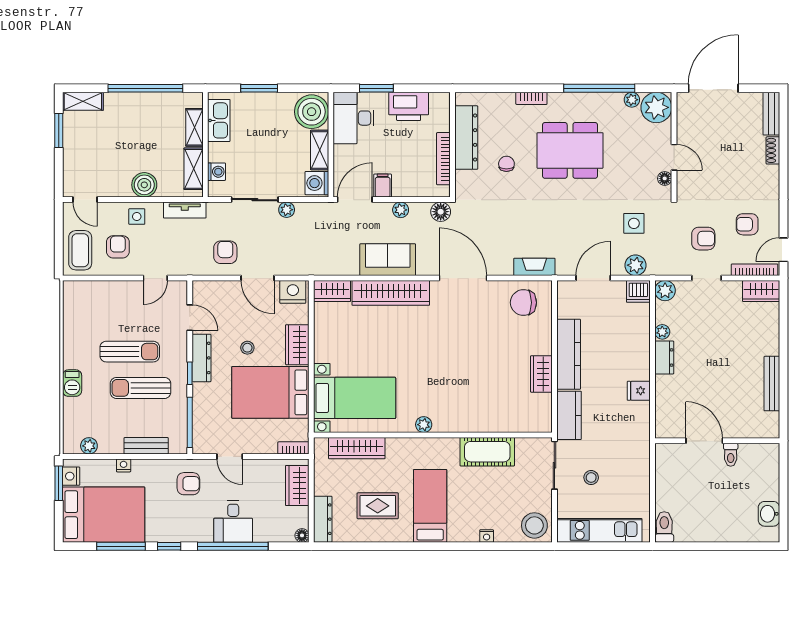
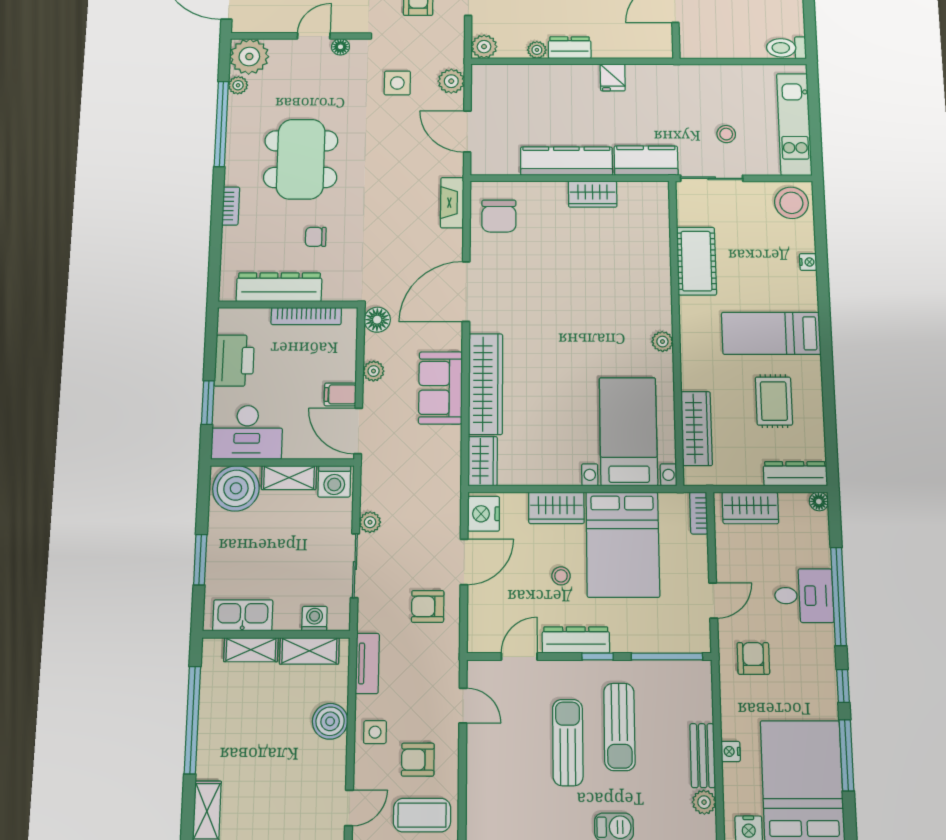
dishwasher: (638, 291) -> (485, 78), removed
bench: (146, 446) -> (703, 756), moved

